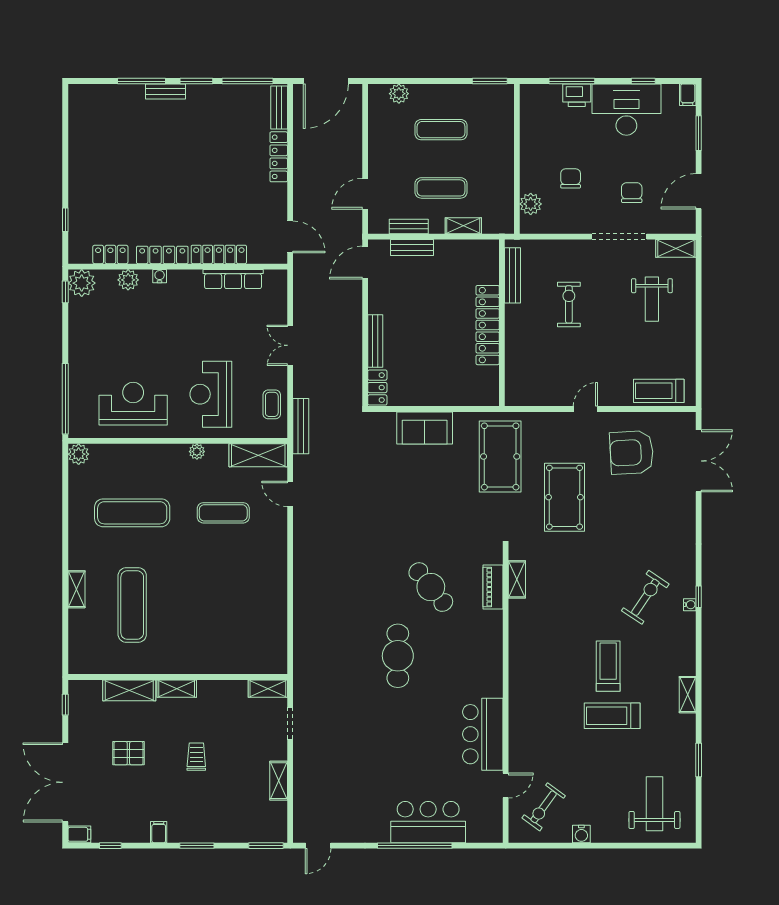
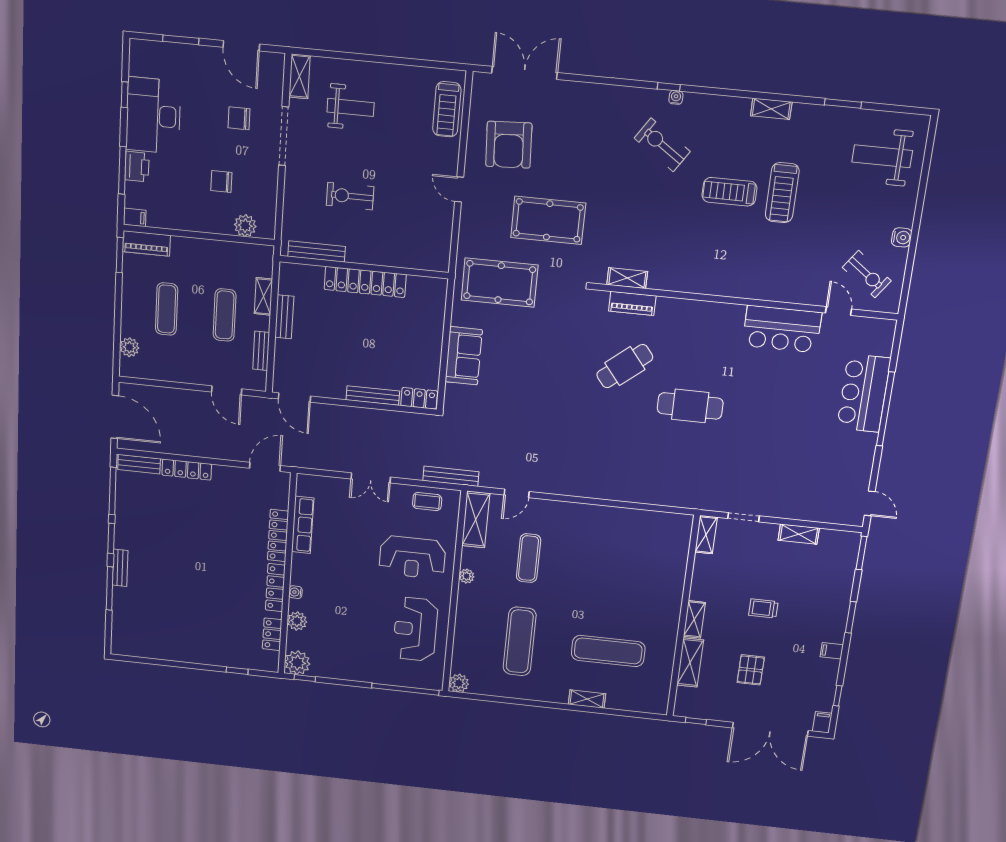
filing cabinet: (688, 95) -> (135, 217), moved
piano: (504, 107) -> (146, 243), added
bench: (412, 248) -> (284, 317), moved

